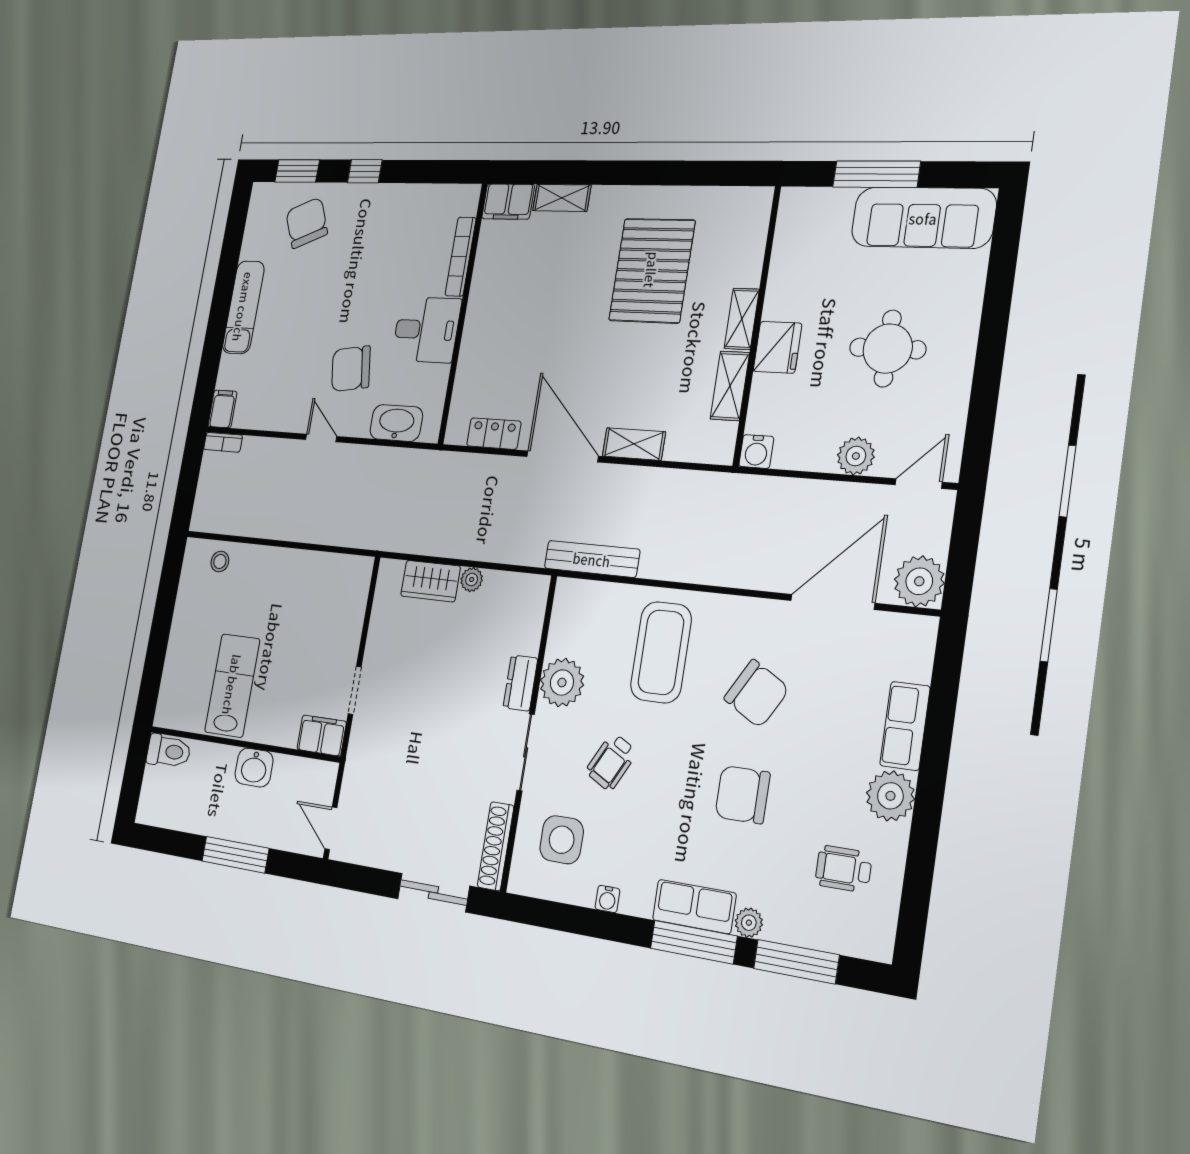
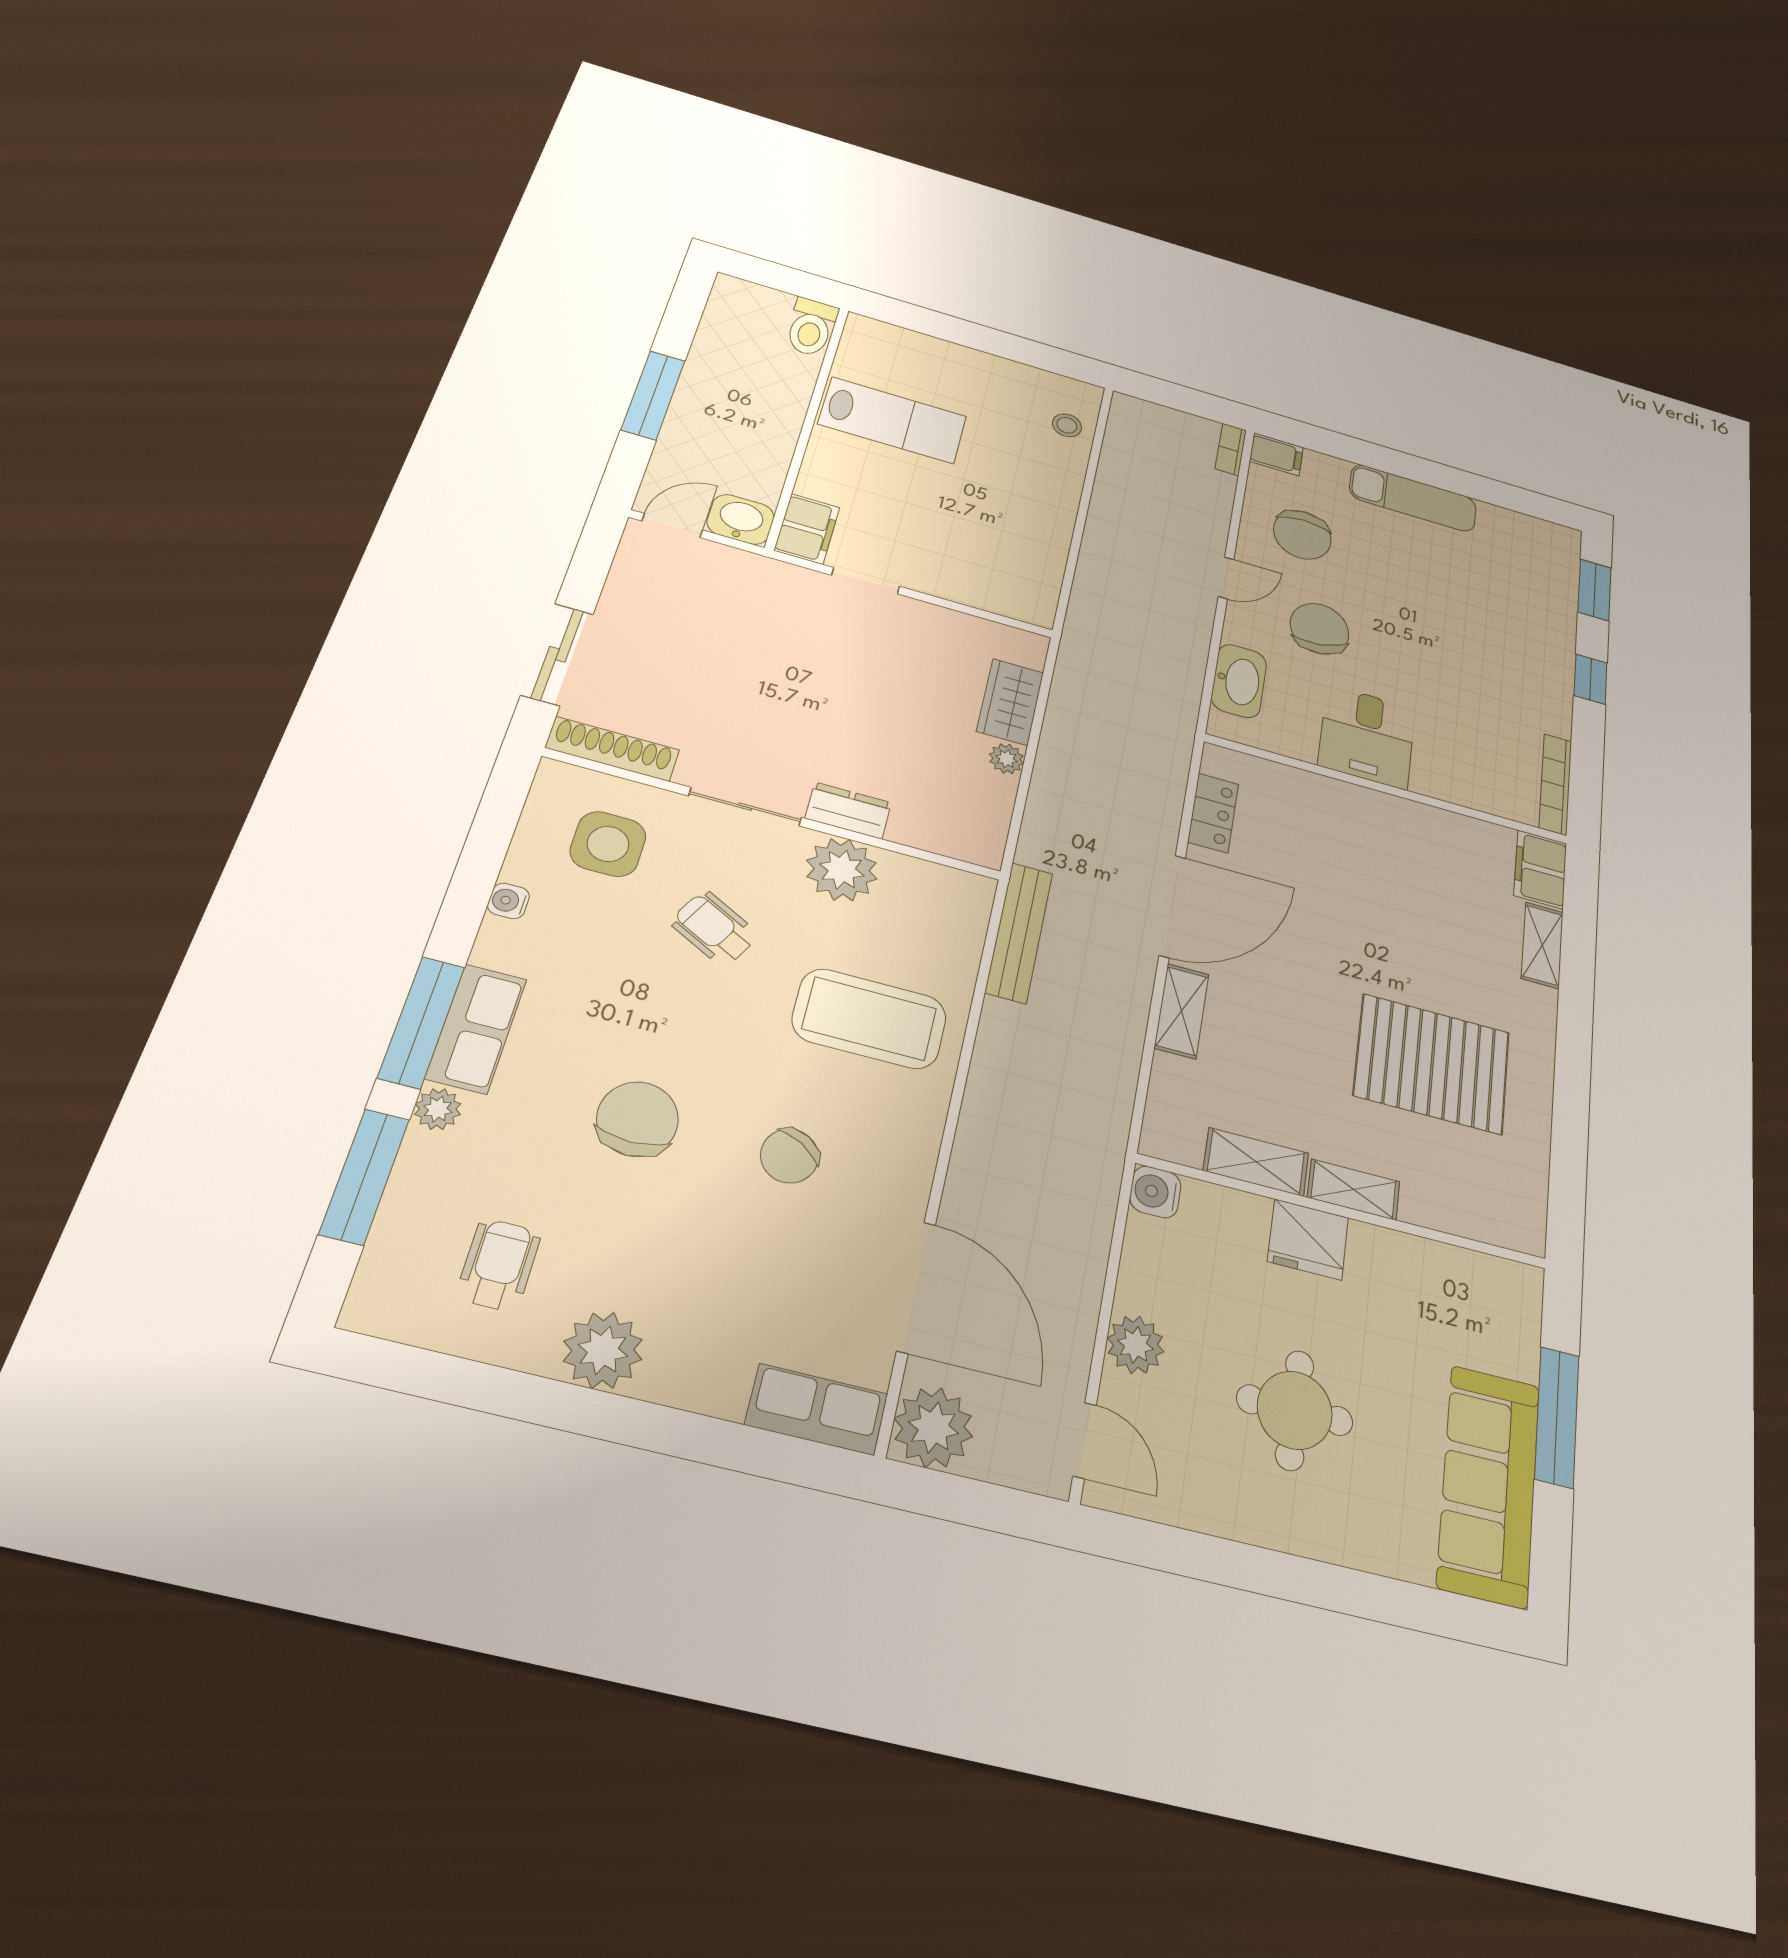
chair: (307, 223) -> (1302, 535), moved, turned 113
bookcase: (461, 257) -> (1555, 784), moved, turned -90
chair: (756, 694) -> (790, 1156), width x0.73, depth x0.73
row of seats: (905, 726) -> (817, 1409), moved
washbasin: (254, 768) -> (741, 519), moved, turned 90

